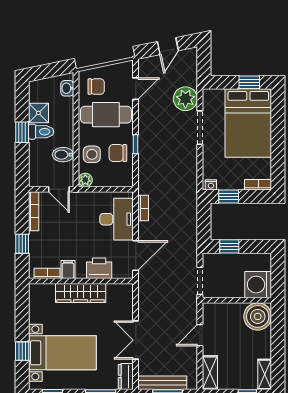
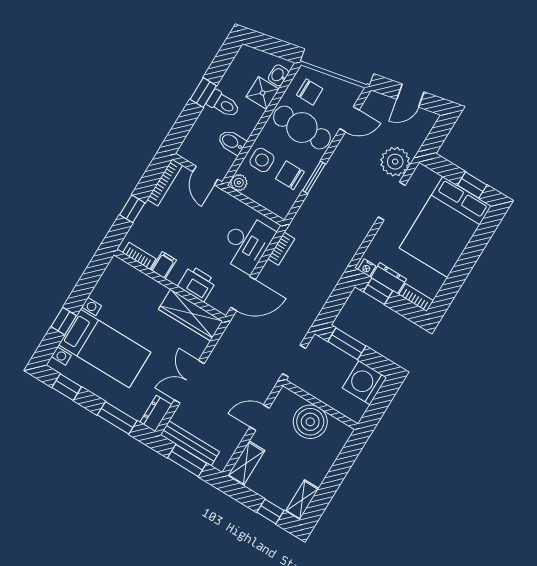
shower: (38, 113) -> (263, 93), moved
window: (136, 144) -> (314, 177), width x1.50
dresser: (231, 183) -> (389, 278), added
window: (229, 246) -> (347, 344), width x1.50
washing machine: (258, 285) -> (364, 383), moved
wardrobe: (81, 293) -> (191, 315), moved
boiler: (258, 316) -> (310, 422), moved

